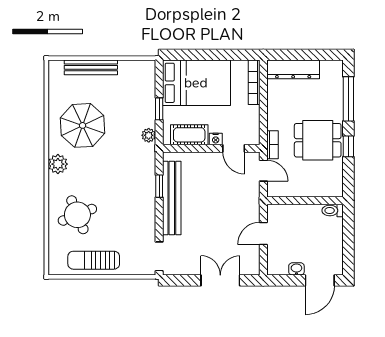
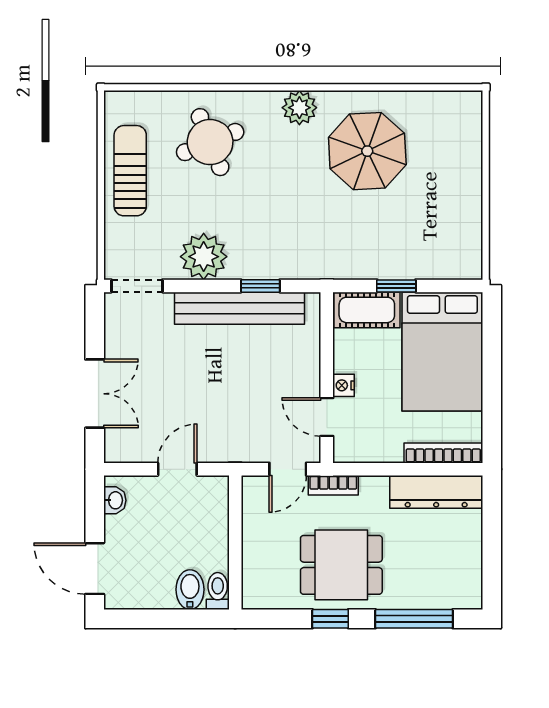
bench: (91, 67) -> (469, 166), removed
dresser: (293, 69) -> (436, 492), moved, turned -90
plant: (149, 135) -> (204, 257), moved, width x1.88, depth x1.88
cot: (189, 135) -> (367, 310), moved, turned 90
dining table: (318, 140) -> (341, 565), turned 90
door: (234, 148) -> (327, 417), hinge flipped
bidet: (332, 226) -> (190, 590), added
door: (263, 233) -> (177, 469), hinge flipped
washbasin: (296, 269) -> (115, 500), moved

